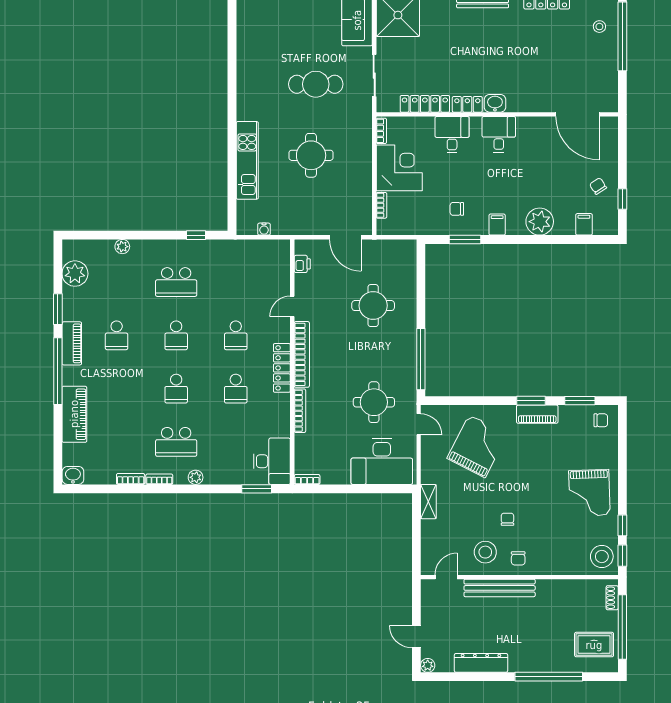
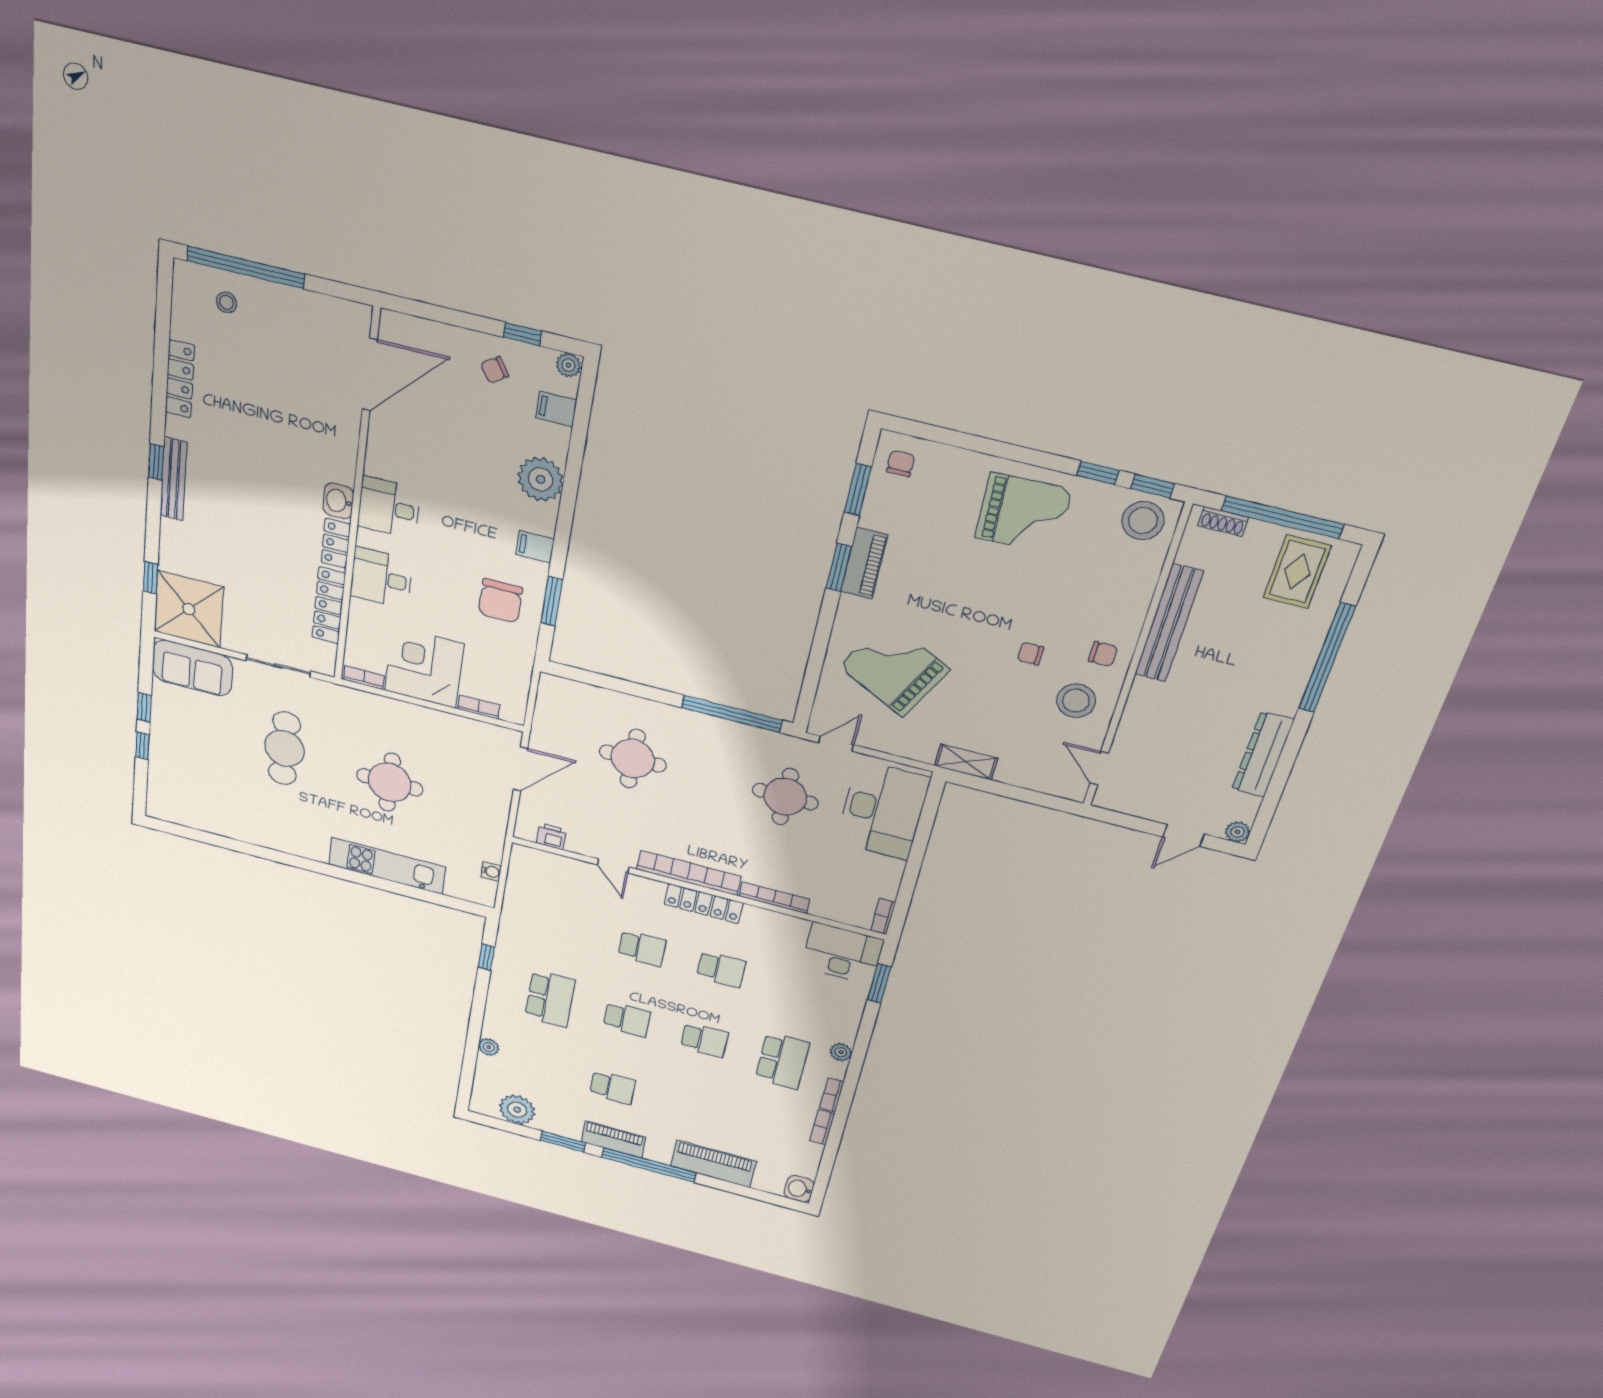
chair: (457, 209) -> (500, 601), width x1.87, depth x1.87
plant: (611, 227) -> (568, 365), added
bench: (500, 588) -> (1169, 623), moved

